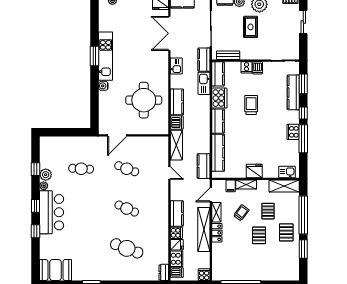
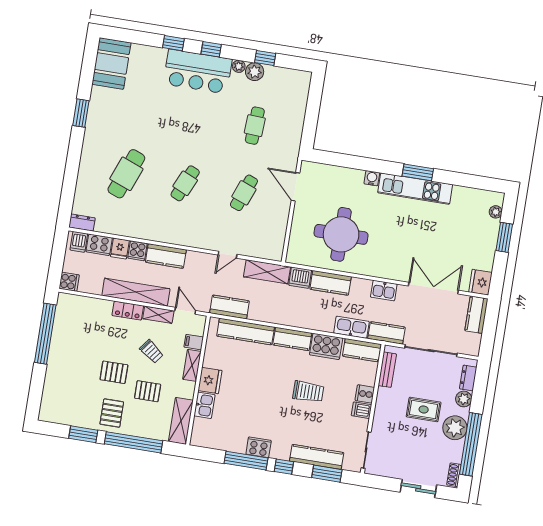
kitchen sink: (287, 172) -> (205, 405), moved
pallet: (286, 232) -> (112, 413), turned 90

